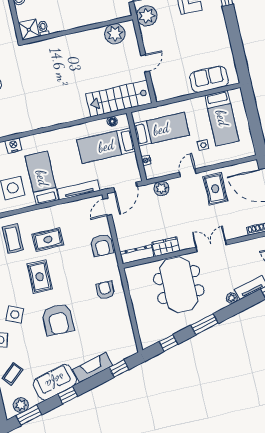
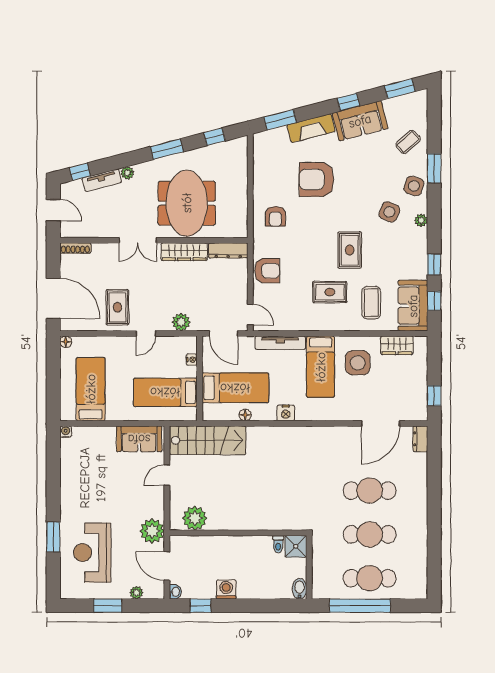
sofa: (209, 79) -> (139, 439), moved
water cooler: (234, 80) -> (66, 432), added
floor lamp: (112, 121) -> (245, 415), moved
nightstand: (14, 145) -> (286, 413), moved
side table: (203, 145) -> (120, 362), removed
floor lamp: (250, 152) -> (66, 342), added
door: (126, 187) -> (224, 333), swing flipped
door: (108, 207) -> (250, 315), hinge flipped
armchair: (102, 245) -> (267, 271), turned 90
wardrobe: (166, 247) -> (184, 252), width x1.50
armchair: (58, 320) -> (317, 180), moved, turned -90
window: (119, 368) -> (280, 120), width x1.50
plant: (21, 405) -> (407, 103), removed

